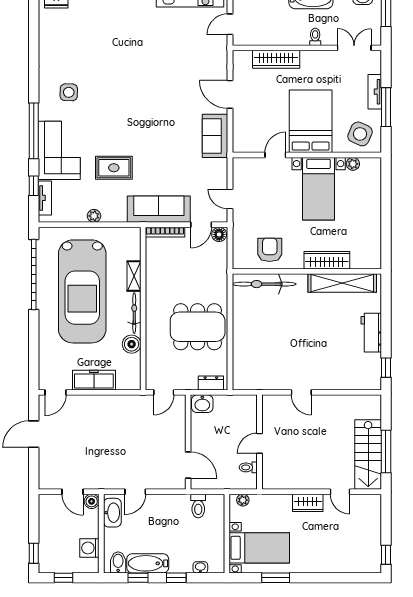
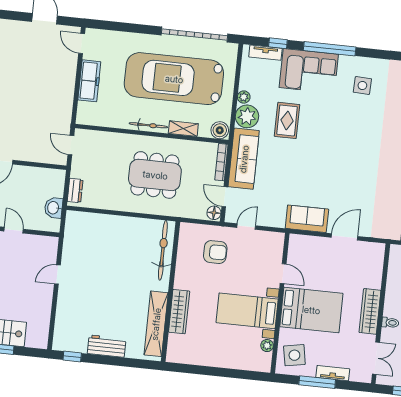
wardrobe: (276, 59) -> (370, 311), moved
side table: (360, 134) -> (294, 355), turned -34
plant: (114, 210) -> (247, 116), added
armchair: (270, 250) -> (215, 252), moved
dining table: (198, 327) -> (155, 175), moved, turned 90
boiler: (132, 344) -> (220, 130), moved
washbasin: (202, 404) -> (54, 208), moved

